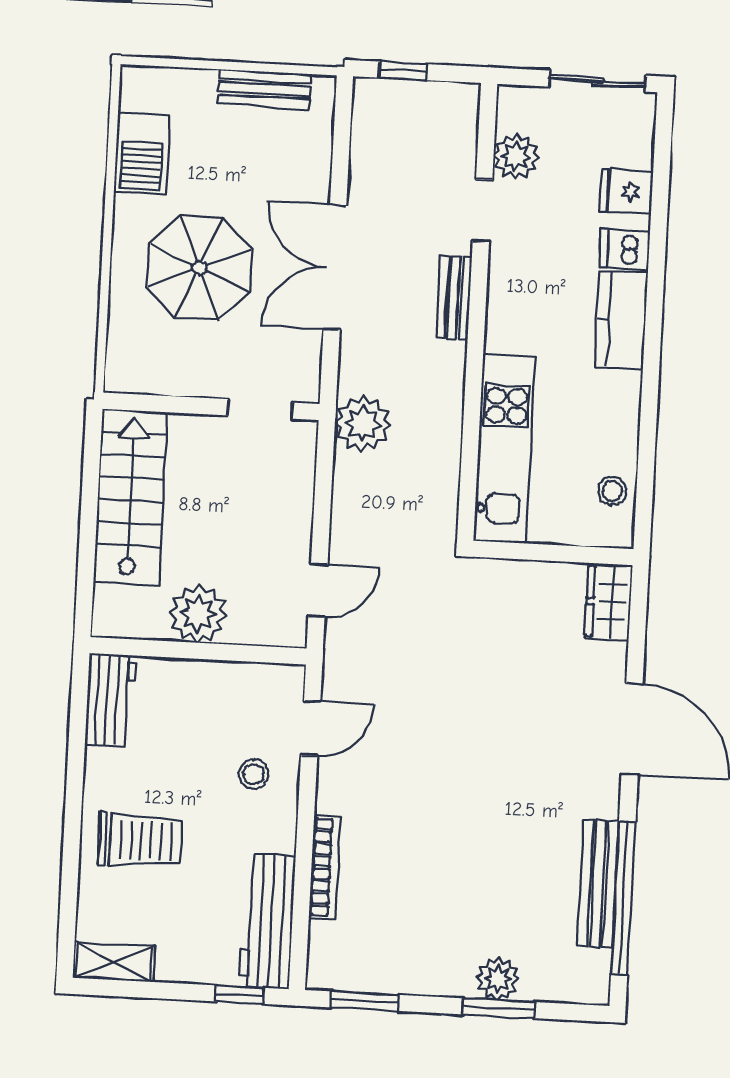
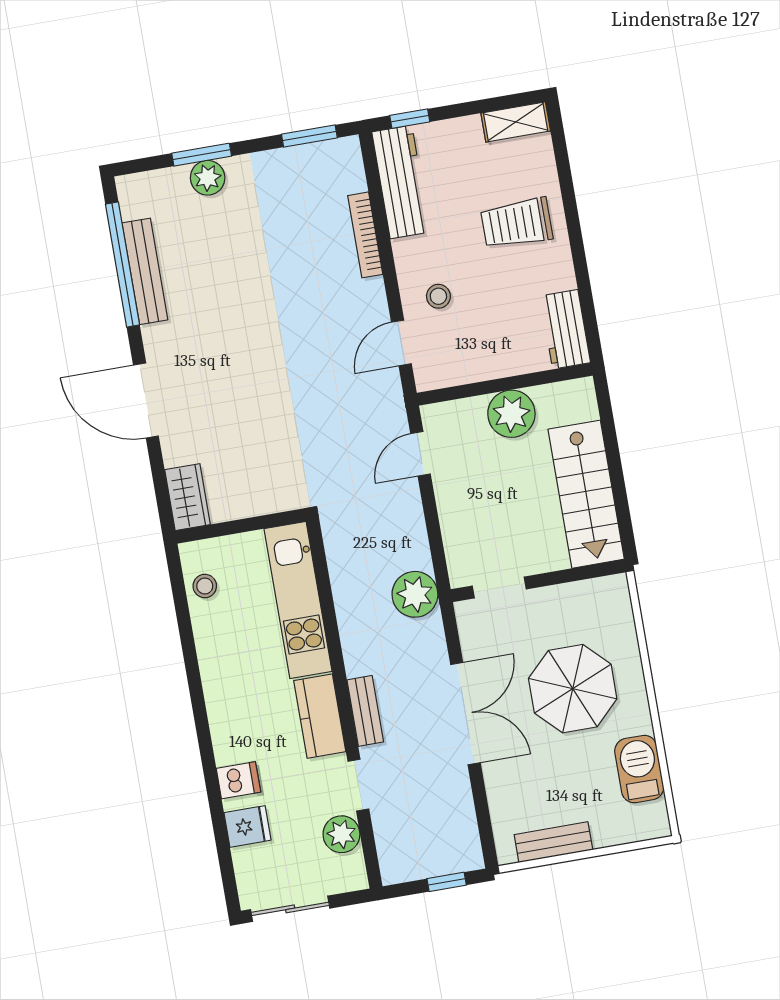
kitchen counter: (621, 320) -> (320, 716), moved, turned 180

